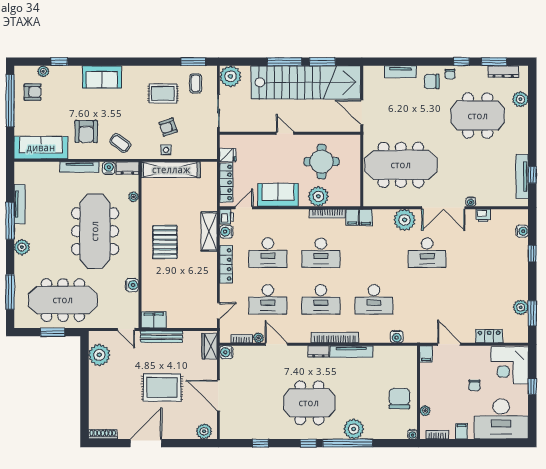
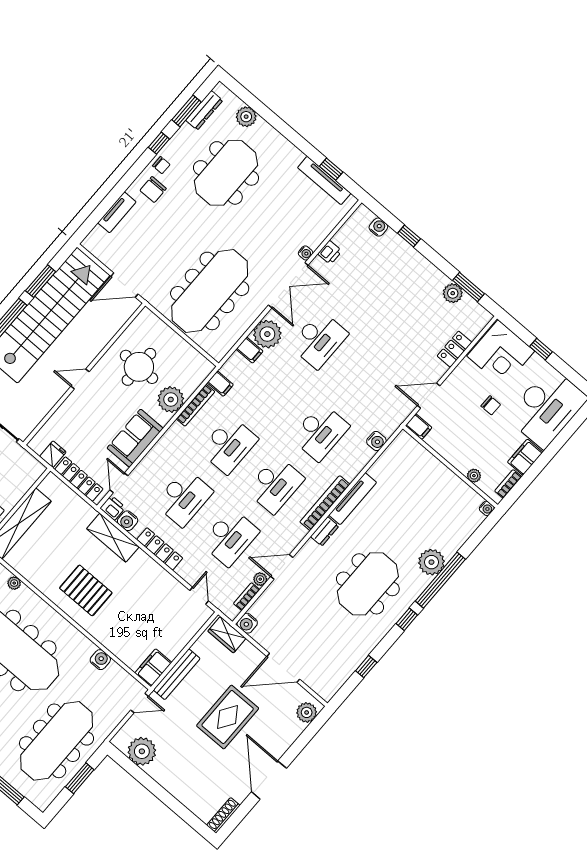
filing cabinet: (366, 218) -> (250, 350), moved
chair: (399, 399) -> (440, 491), removed
filing cabinet: (461, 431) -> (525, 457), width x2.00

